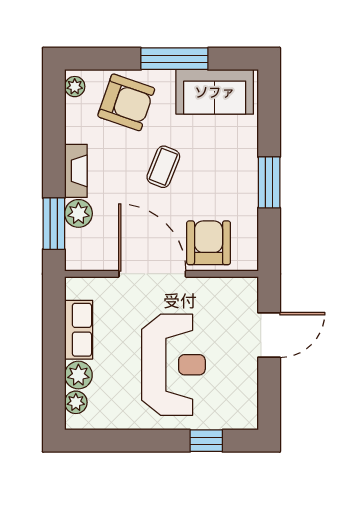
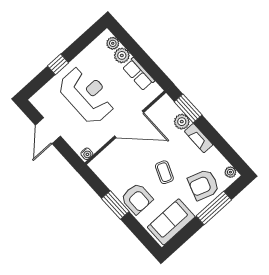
window: (174, 59) -> (214, 208), moved
armchair: (209, 243) -> (137, 199), moved
water cooler: (245, 286) -> (87, 154), added
door: (269, 335) -> (48, 131), moved
reception desk: (173, 365) -> (87, 95), turned 180
window: (206, 441) -> (58, 64), moved

